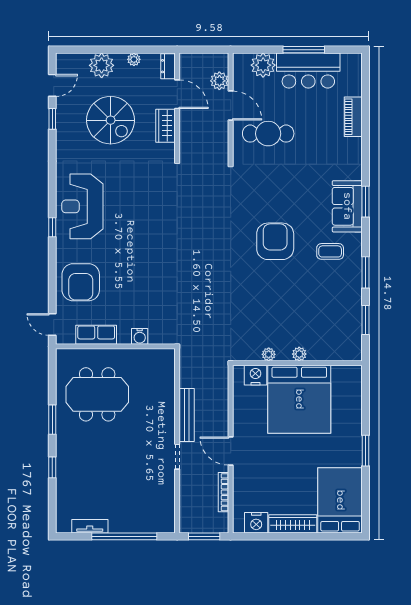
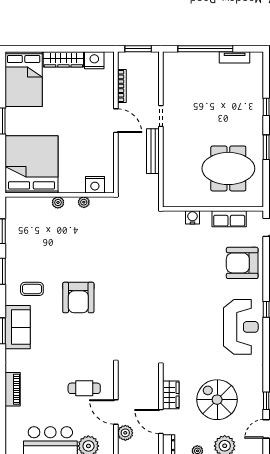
piano: (353, 117) -> (13, 389), moved
cafe table: (268, 134) -> (84, 388), width x0.73, depth x0.74
armchair: (81, 282) -> (242, 263), turned -90
bed: (299, 399) -> (31, 164), moved

